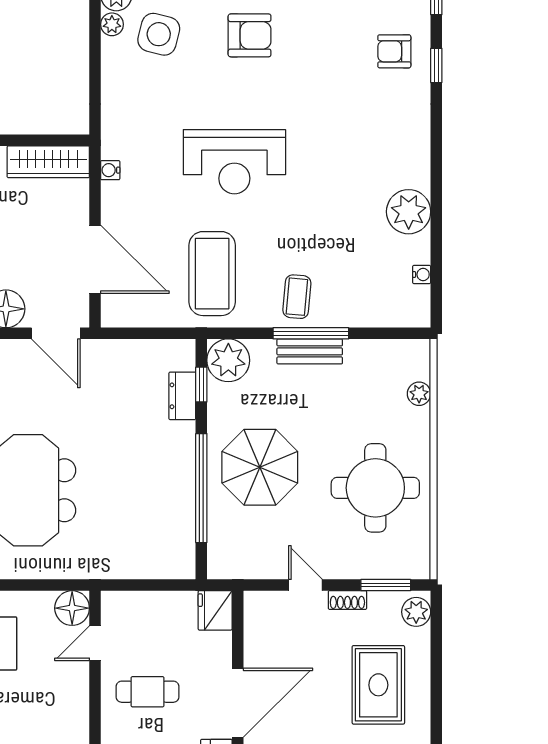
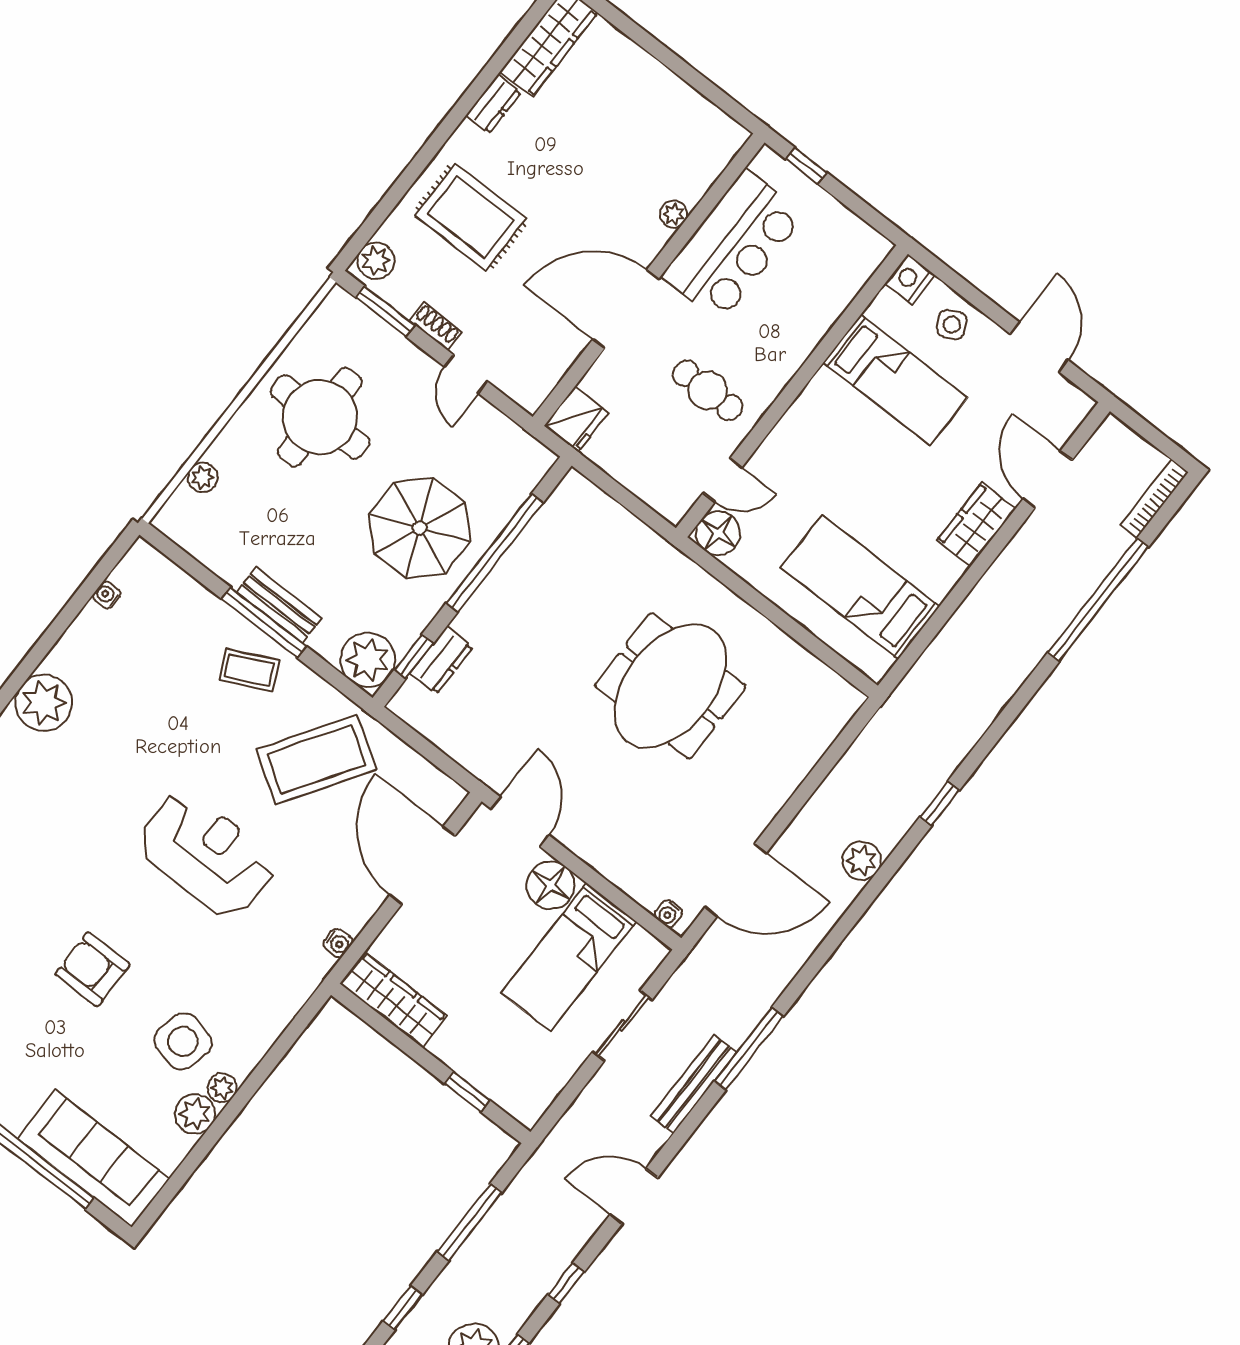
plant: (409, 212) -> (44, 703), moved
coffee table: (212, 274) -> (316, 760), turned 33
coffee table: (297, 297) -> (249, 670), turned 59
rug: (378, 685) -> (471, 217), turned 90

